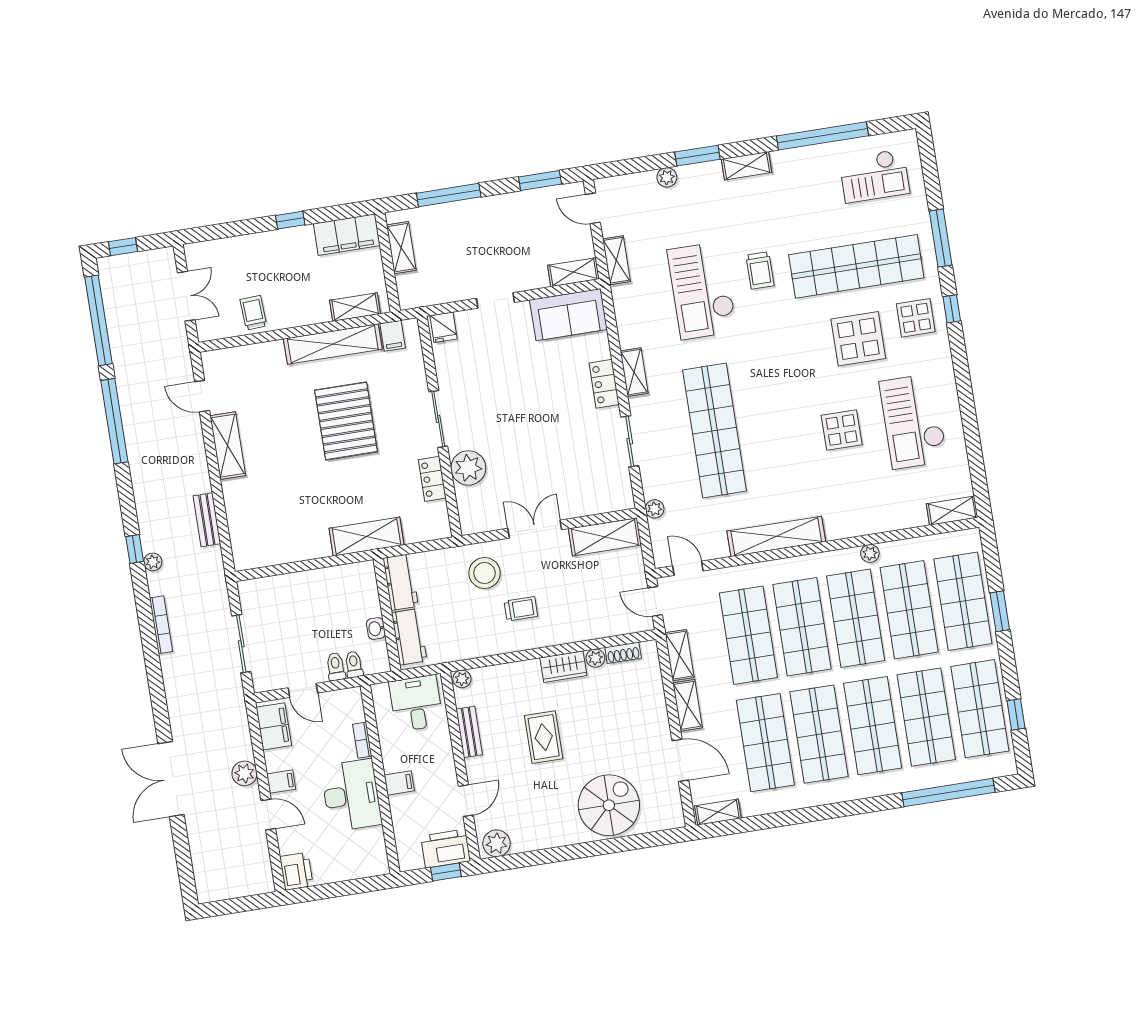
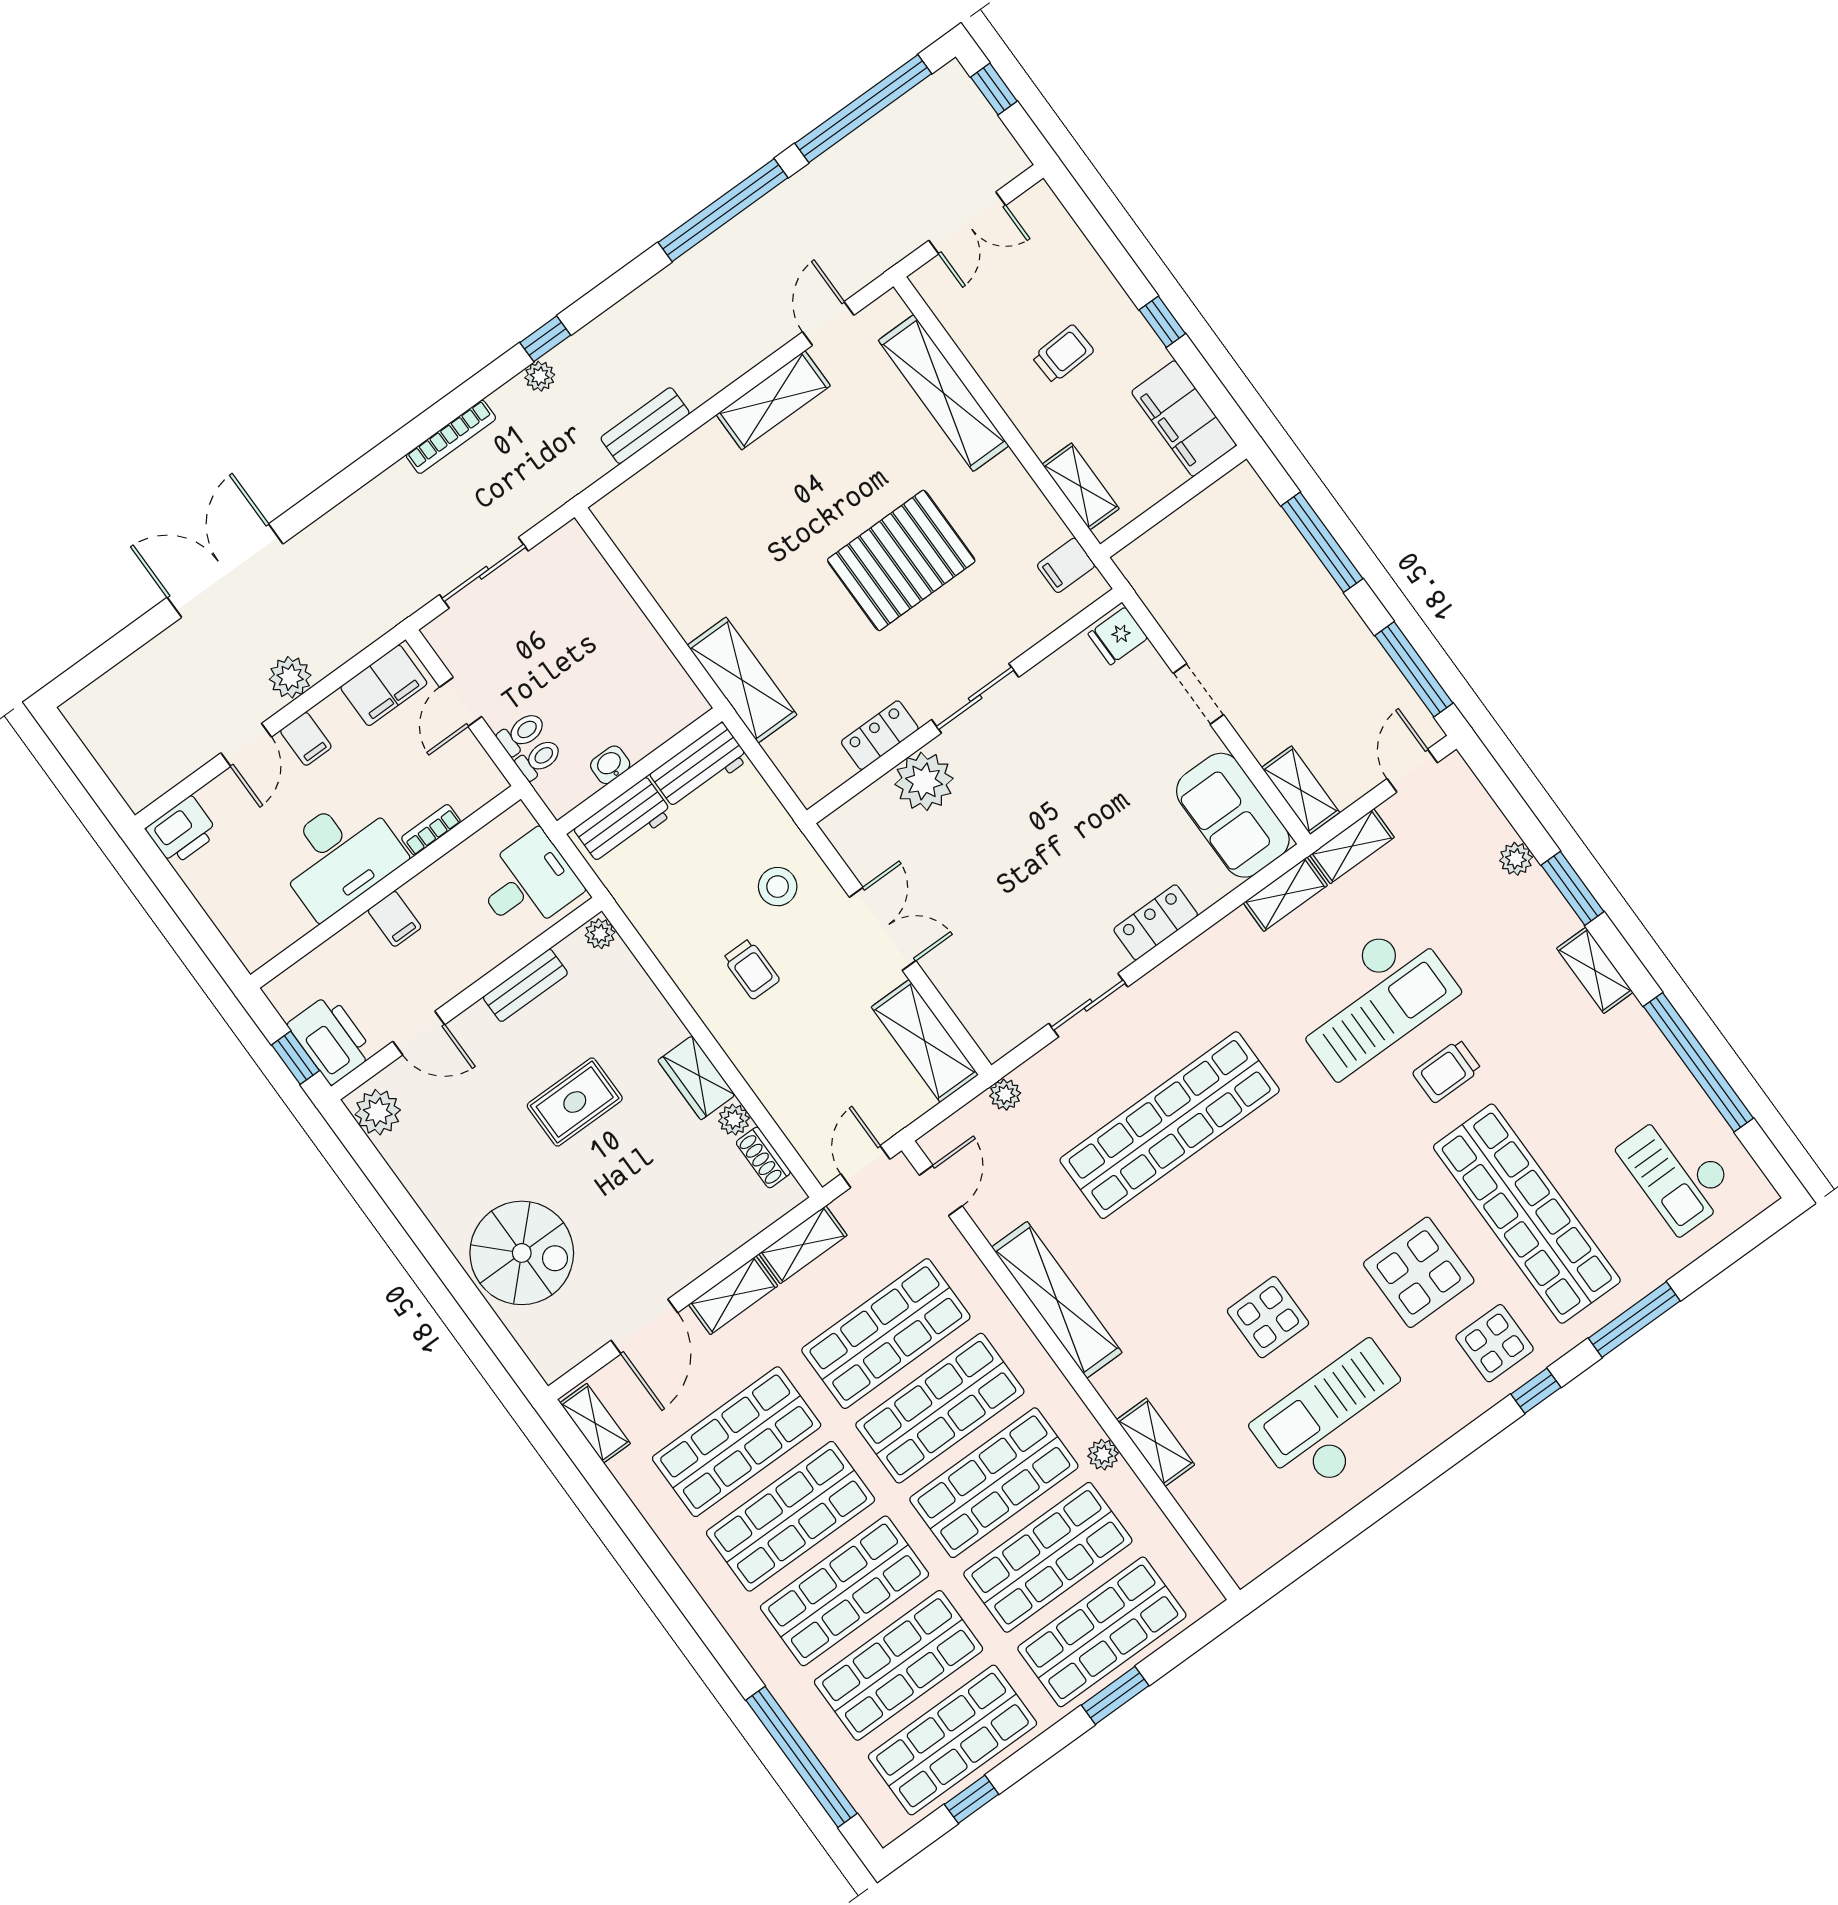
window: (540, 181) -> (1414, 669), width x1.44
shelving: (401, 248) -> (1206, 511), removed
checkout: (702, 291) -> (1372, 999), turned 180
trolley: (253, 313) -> (1063, 354), moved
shelving: (333, 344) -> (944, 393), moved
shelving: (634, 372) -> (1285, 894), moved
shelving: (952, 511) -> (1156, 1442), moved
stool: (485, 573) -> (778, 887), width x0.73, depth x0.73

